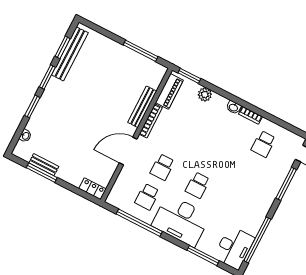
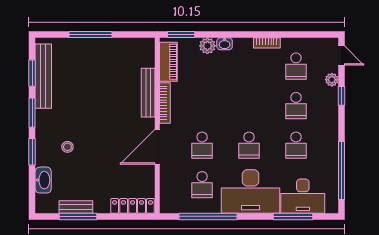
window: (141, 51) -> (91, 34), moved
washbasin: (234, 107) -> (225, 44), moved
stool: (61, 116) -> (67, 147), added
washbasin: (25, 136) -> (43, 180), width x1.91, depth x1.45
plant: (285, 168) -> (332, 80), added
school desk: (248, 174) -> (296, 106), added
window: (286, 184) -> (342, 96), width x0.46
locker: (93, 189) -> (133, 206), width x1.53
school desk: (233, 203) -> (296, 145), added
desk: (234, 248) -> (303, 196), moved, turned 90

